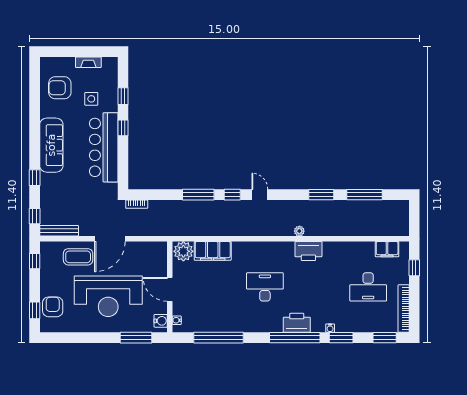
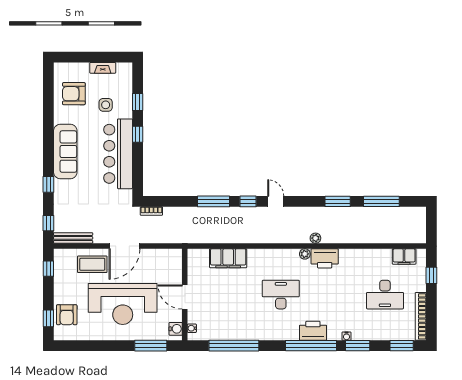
plant: (183, 251) -> (305, 254), moved, width x0.53, depth x0.53
armchair: (53, 307) -> (67, 315), turned 180

